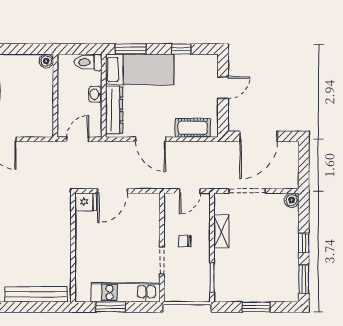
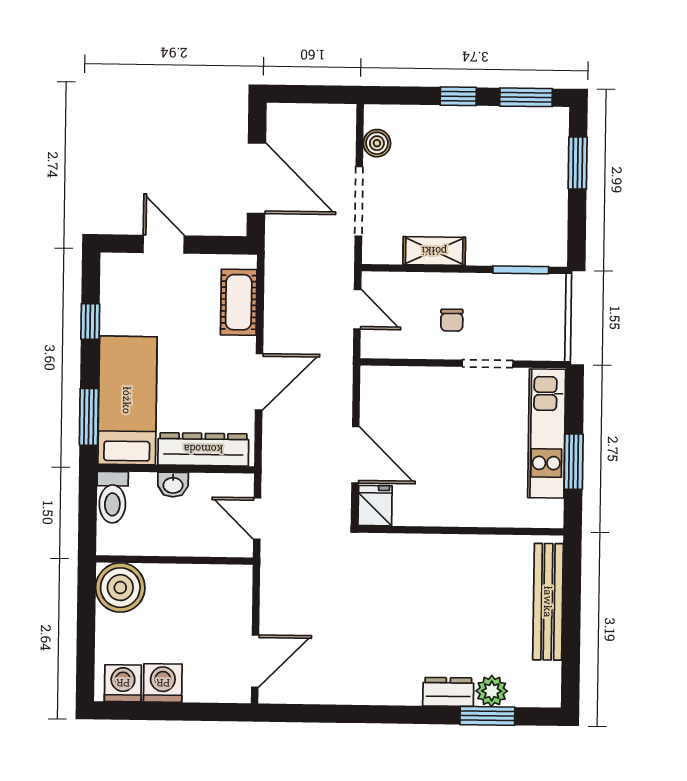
boiler: (46, 61) -> (120, 588), width x1.86, depth x1.86
boiler: (292, 200) -> (377, 143), moved
window: (256, 307) -> (578, 163), moved

